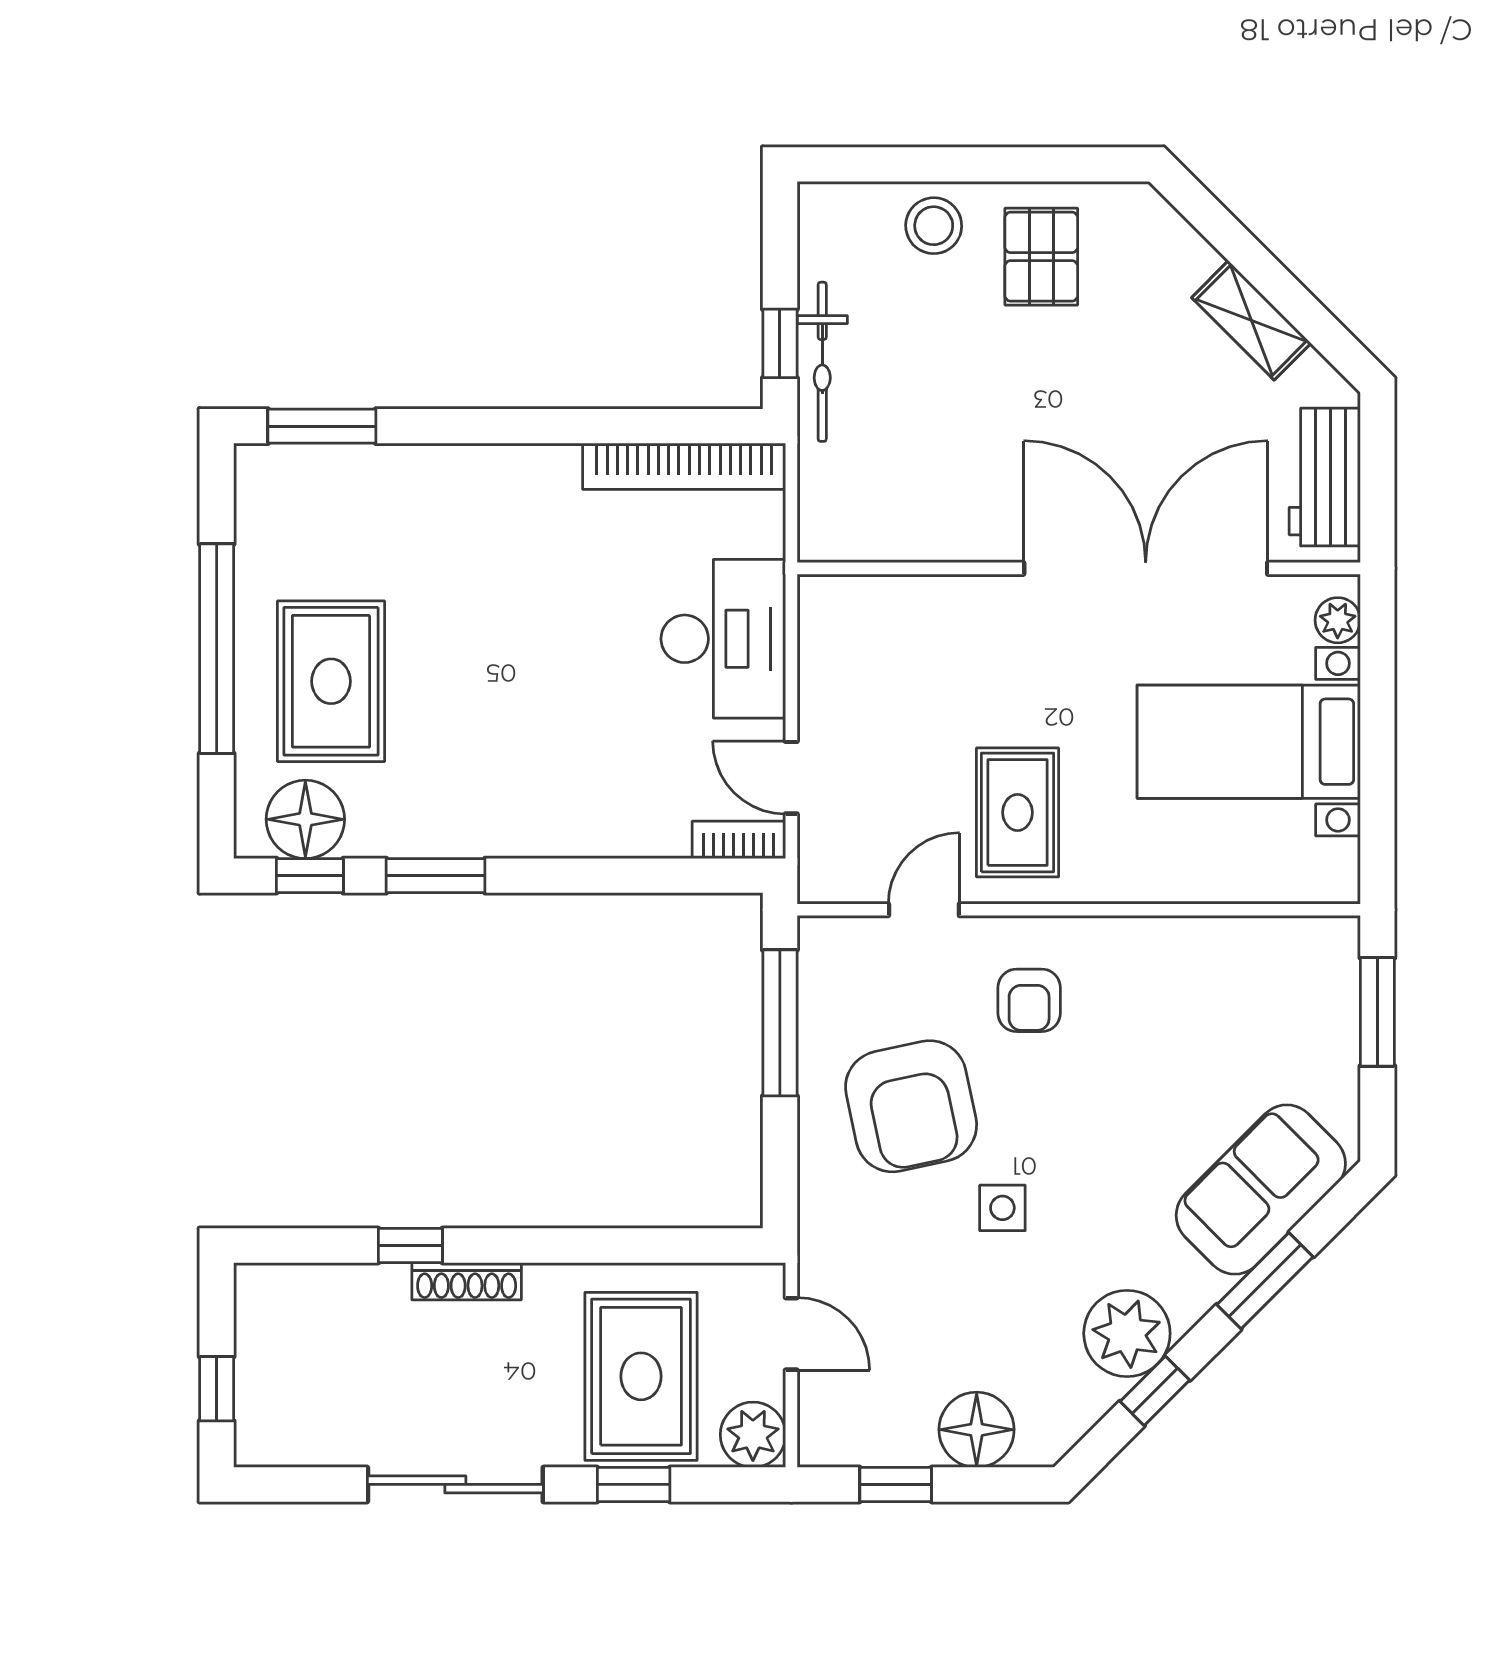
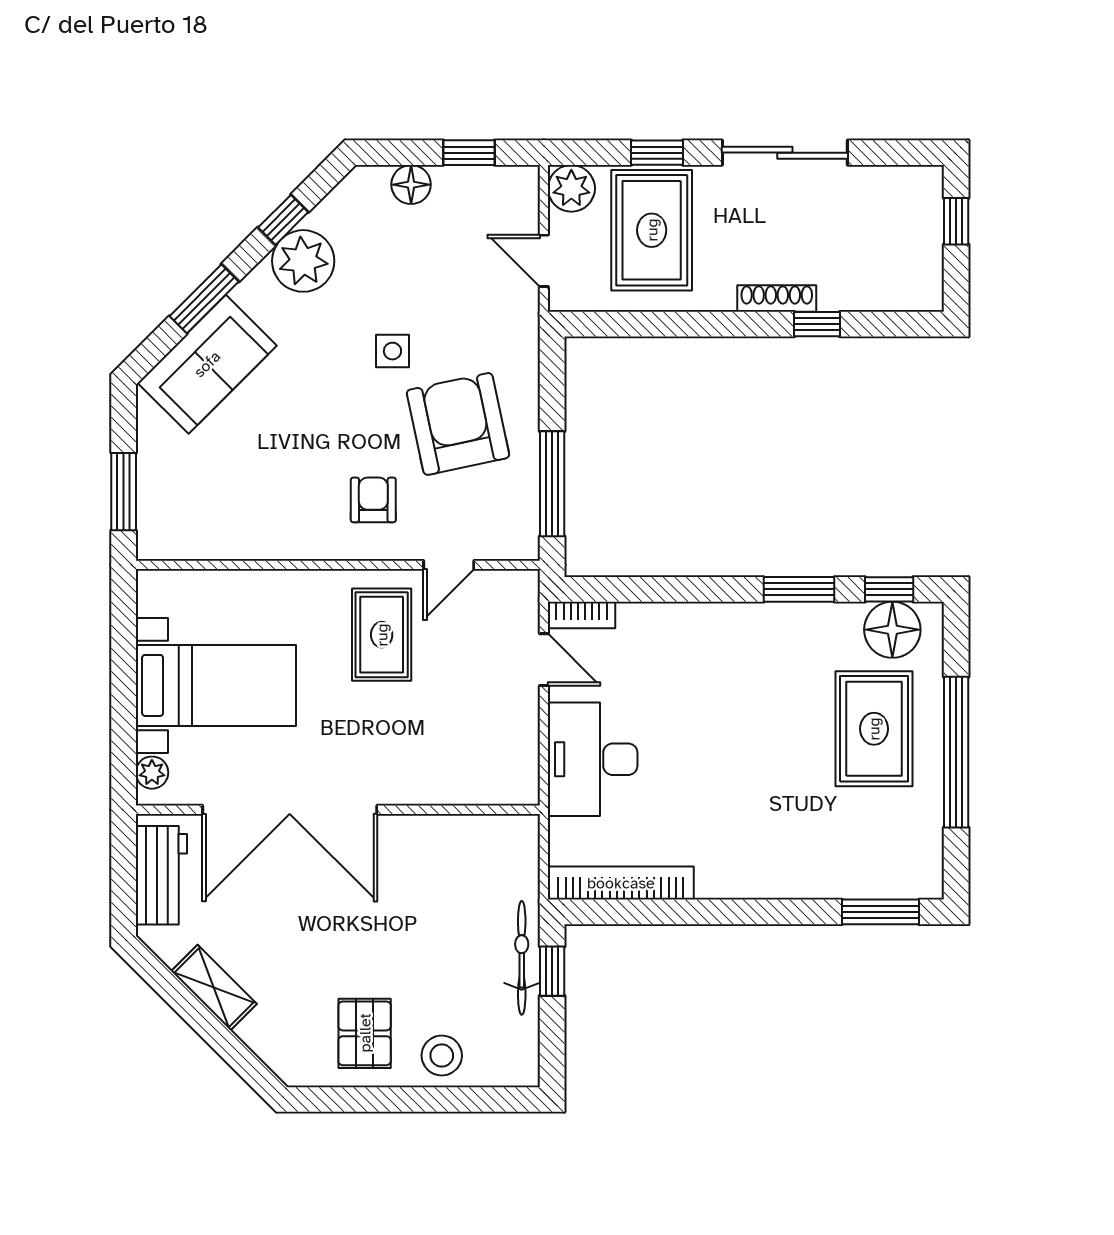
floor lamp: (977, 1430) -> (411, 185), width x0.73, depth x0.73

